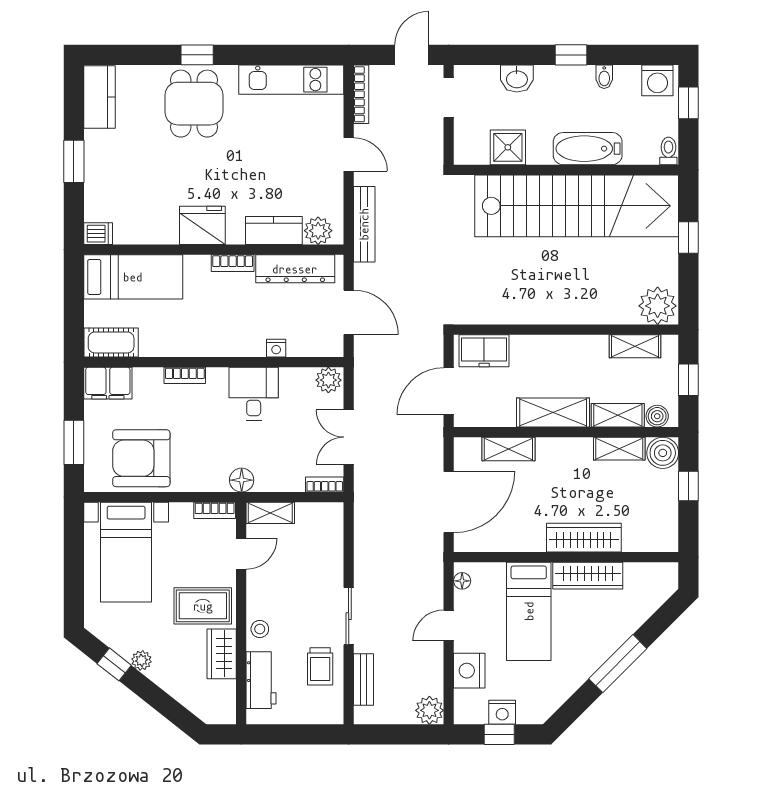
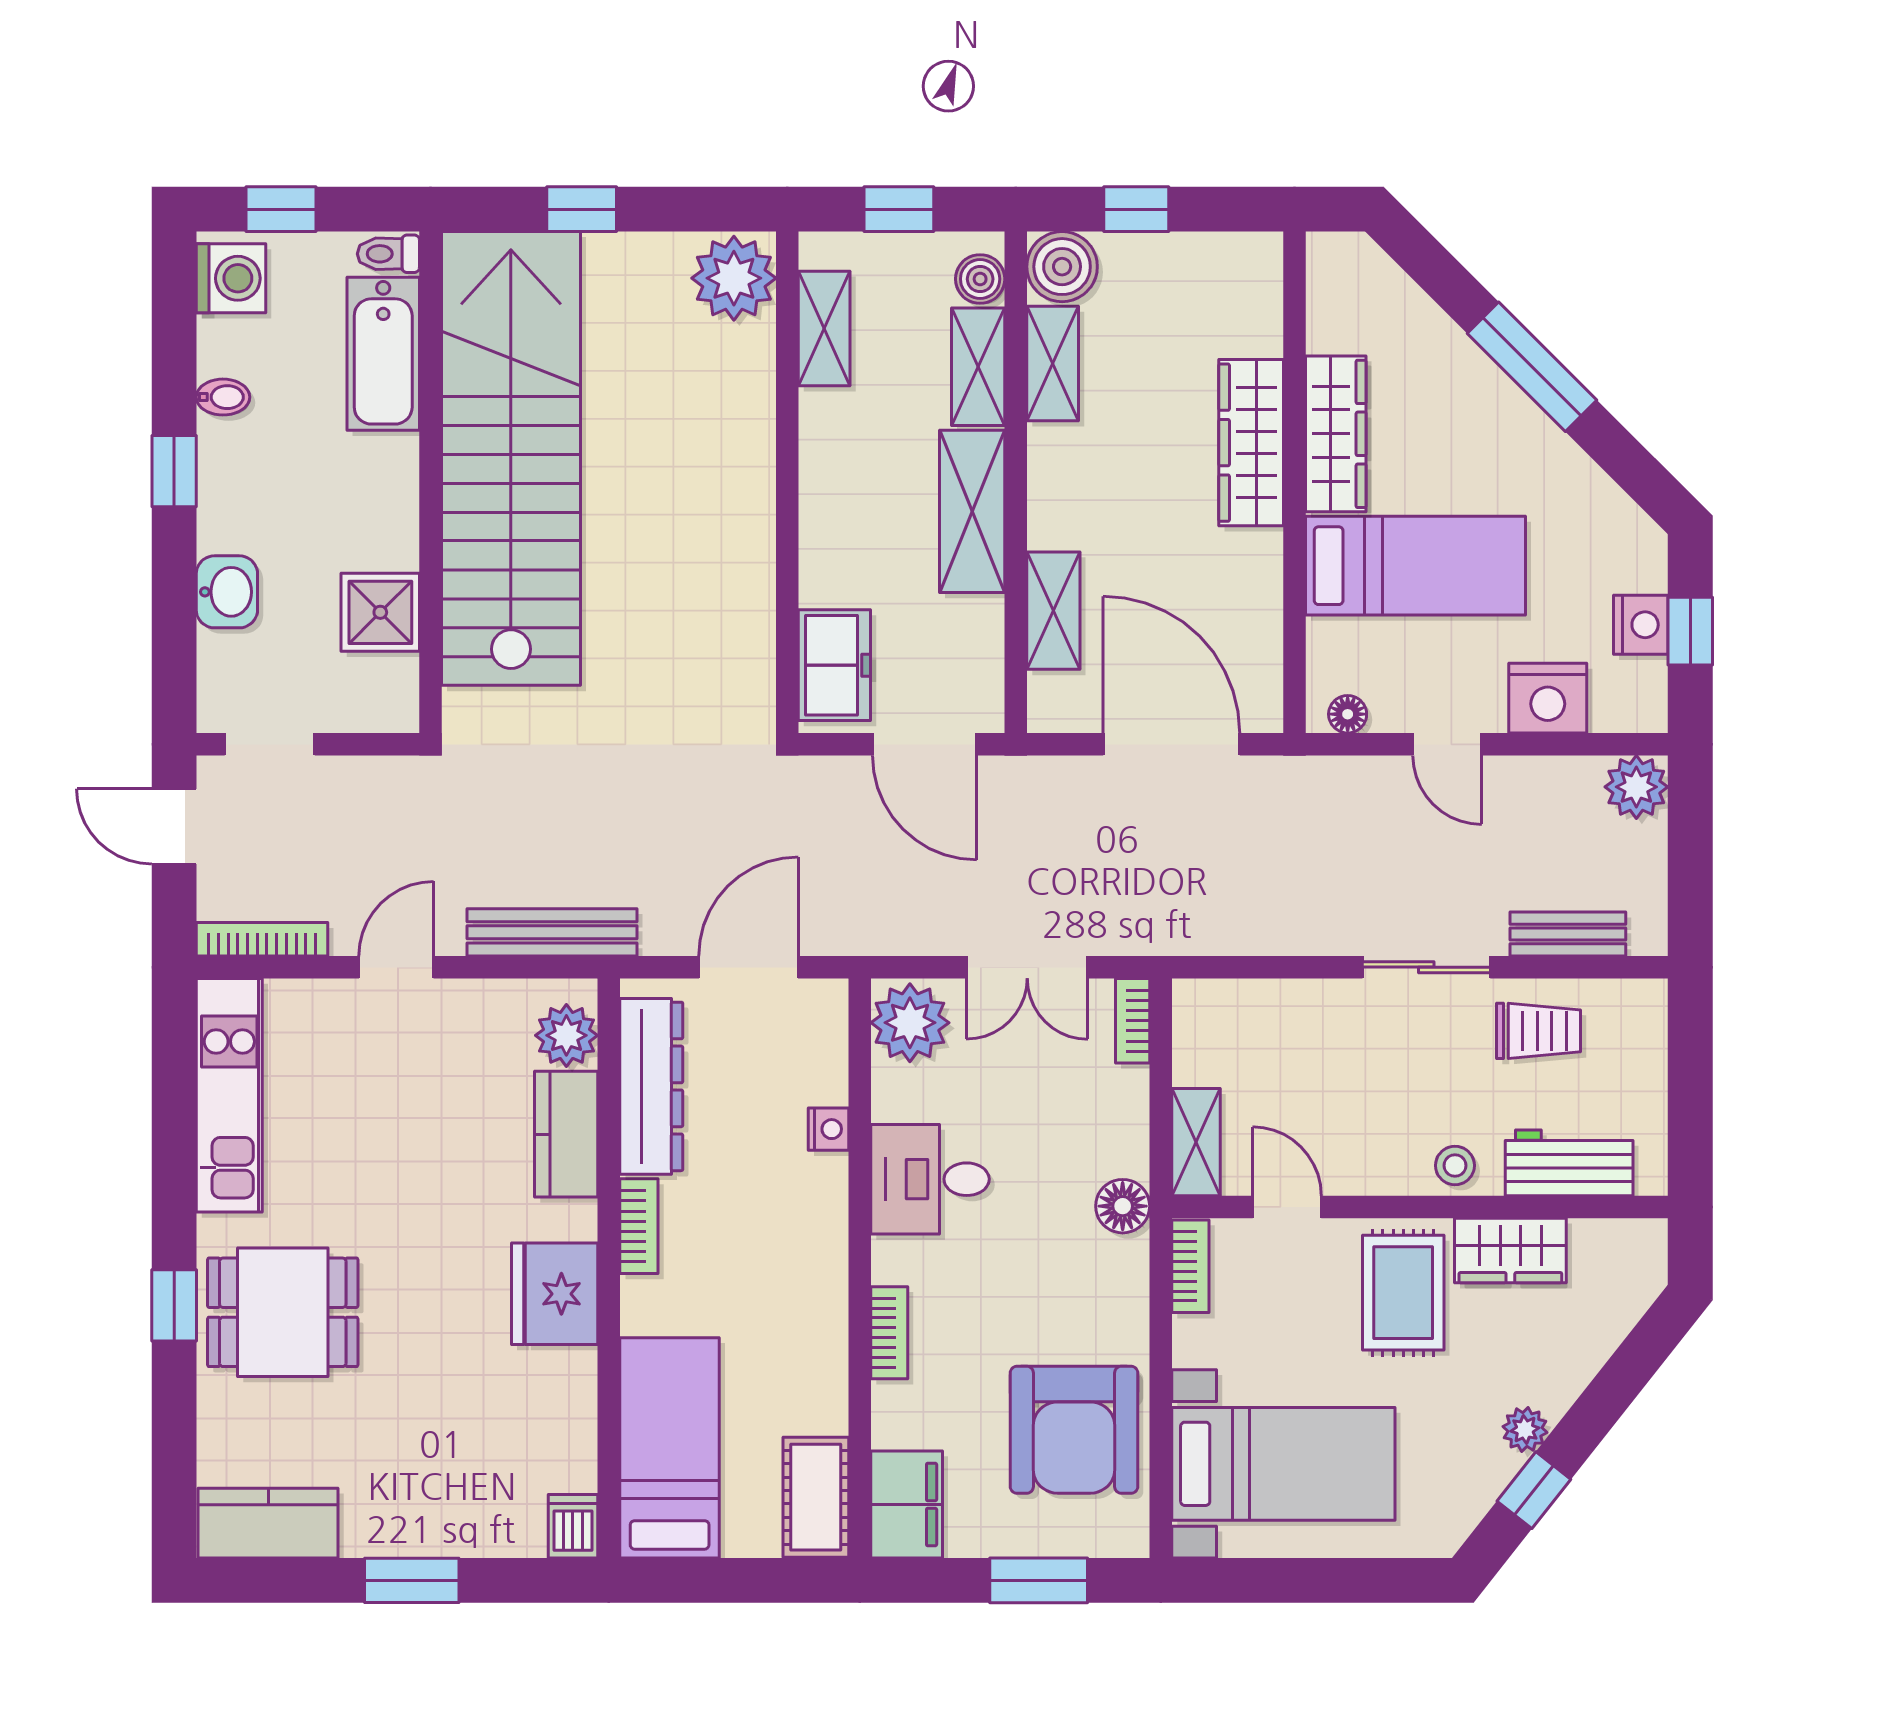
bathtub: (588, 149) -> (383, 354), moved
plant: (328, 380) -> (910, 1023), width x1.36, depth x1.36

